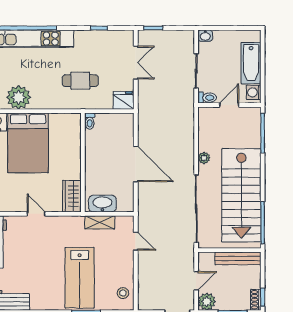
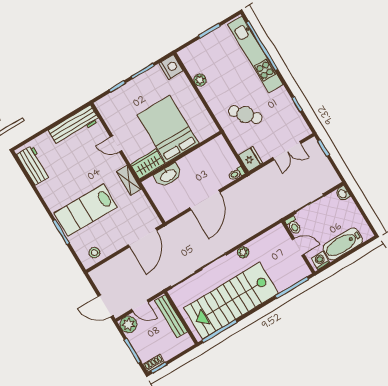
cafe table: (80, 81) -> (245, 115), turned -42
plant: (19, 97) -> (200, 80), width x0.53, depth x0.53
toilet: (90, 121) -> (236, 174), moved
bed: (28, 143) -> (168, 129), moved, turned 90
washbasin: (102, 204) -> (168, 175), moved, turned 90
door: (36, 214) -> (116, 144), swing flipped
shelving: (100, 222) -> (129, 180), moved
door: (136, 241) -> (143, 238), width x1.88
bench: (238, 258) -> (171, 316), moved

